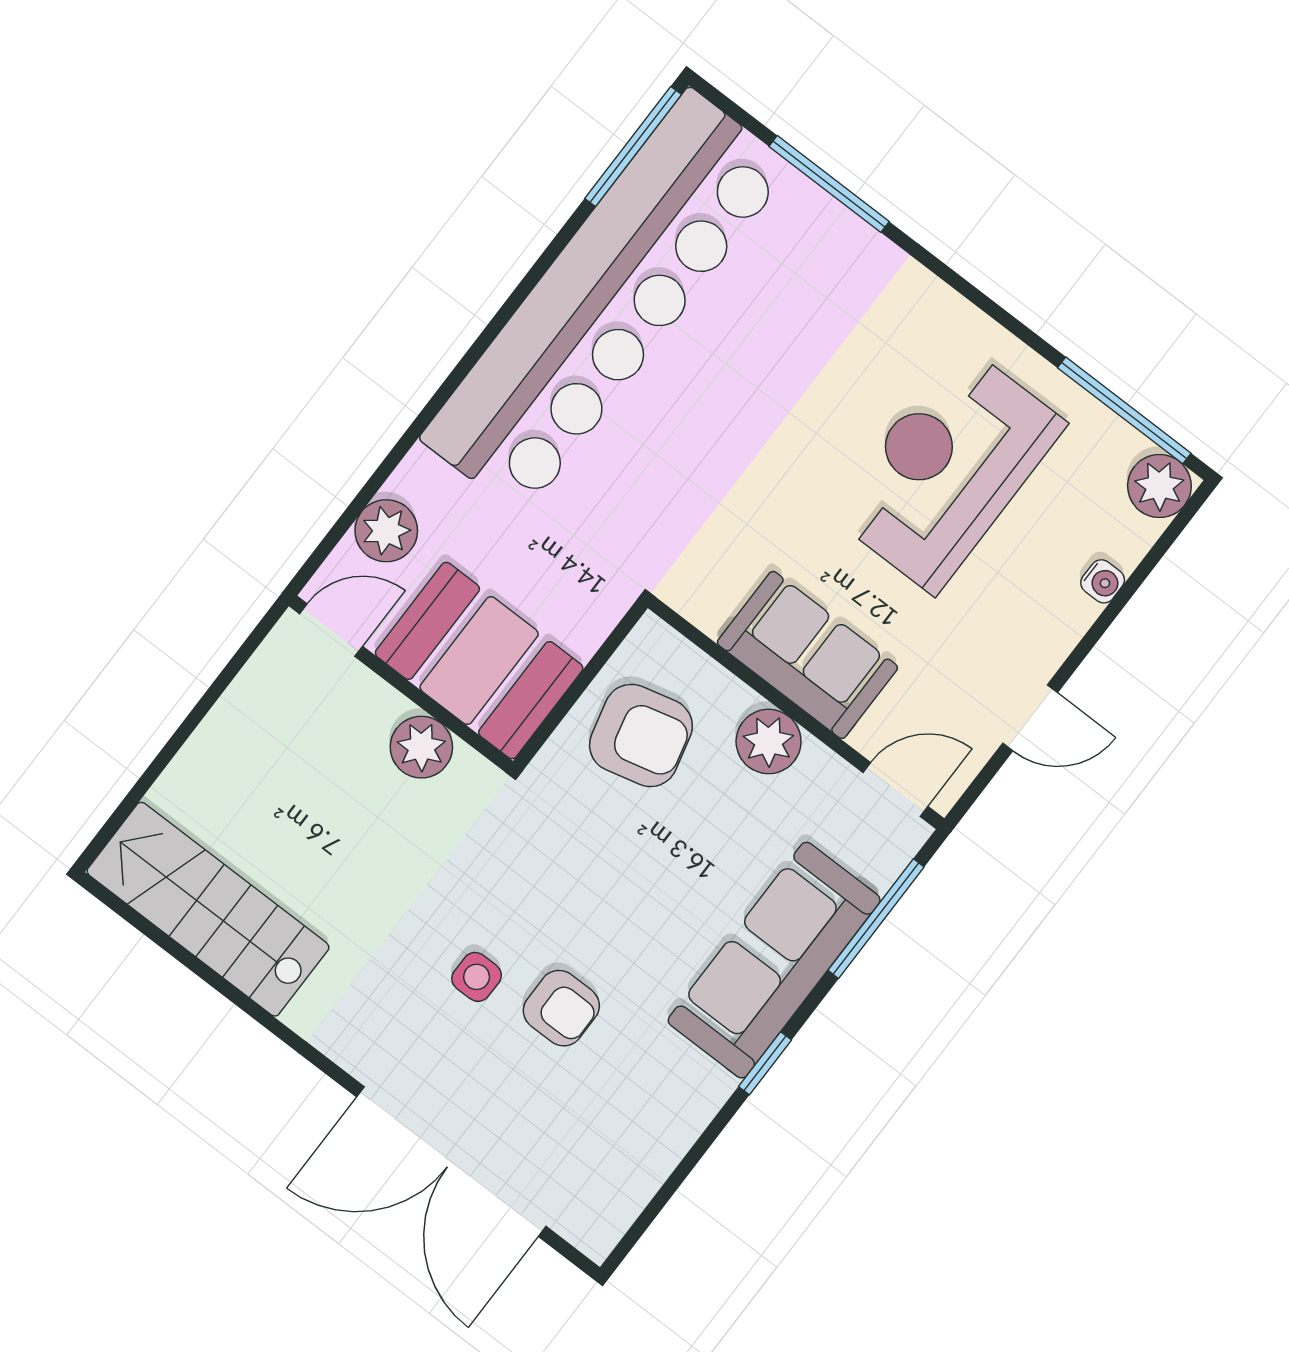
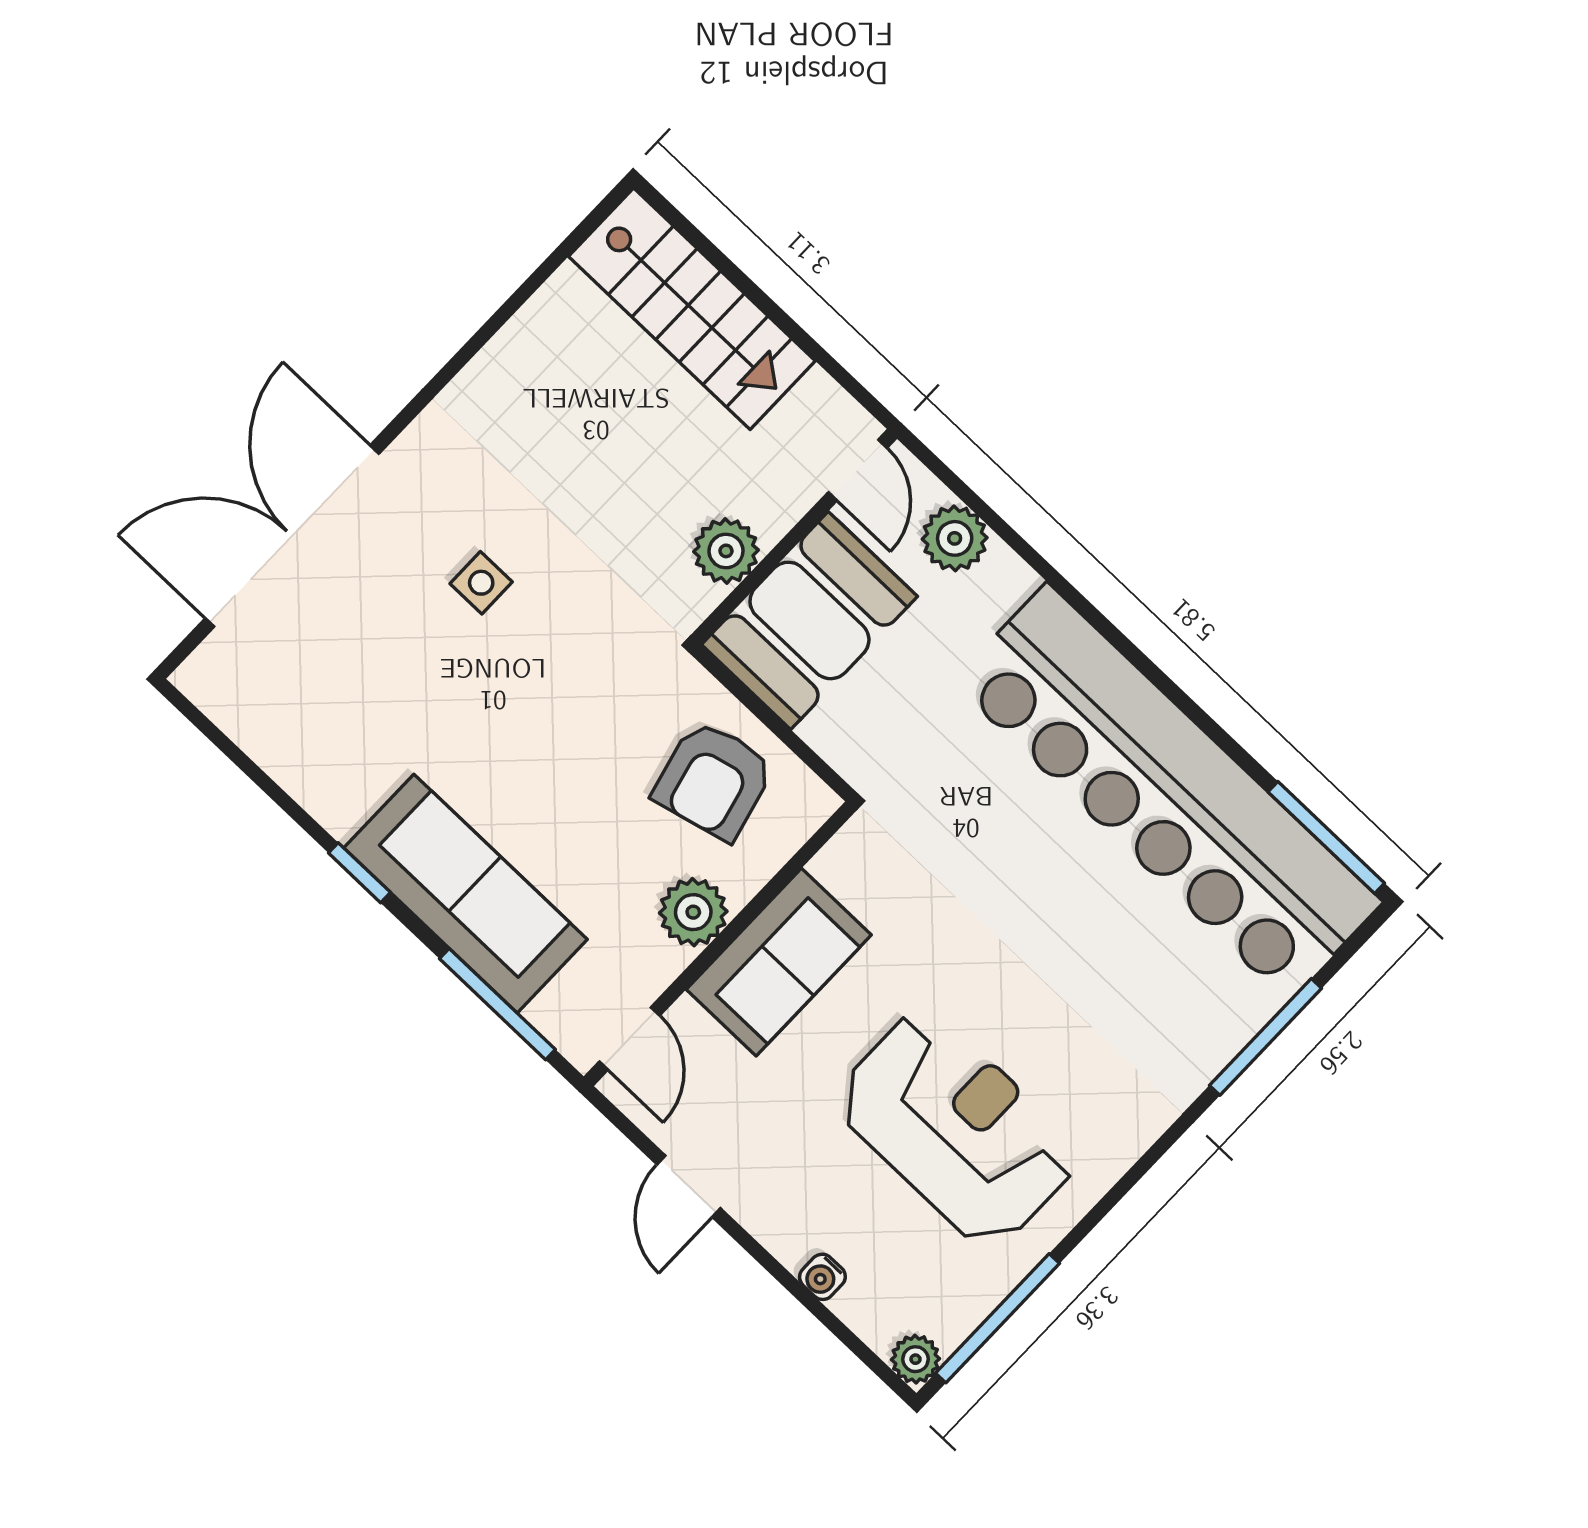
plant: (1159, 486) -> (916, 1359), width x0.73, depth x0.73
stairs: (208, 909) -> (692, 309), moved, turned 90
armchair: (561, 1008) -> (439, 667), removed

